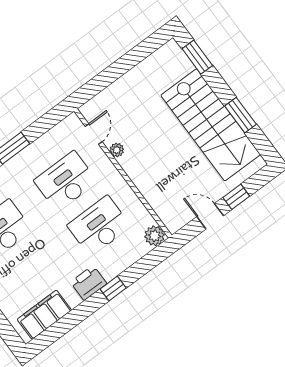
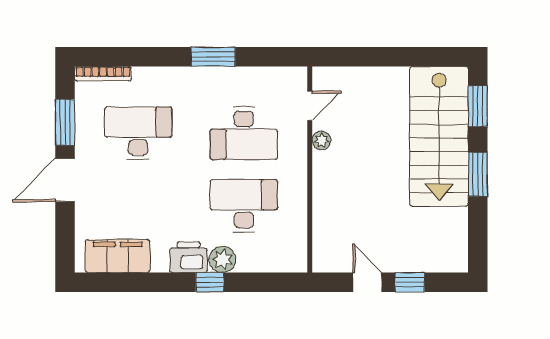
window: (241, 115) -> (478, 174), moved
stairs: (211, 125) -> (439, 136), moved
desk: (66, 181) -> (244, 133), turned 180
plant: (155, 236) -> (222, 259), moved

